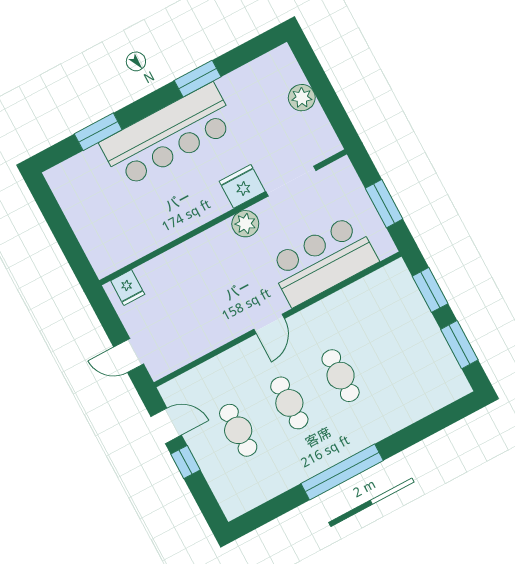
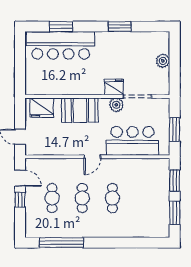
bar counter: (168, 135) -> (61, 45), moved
plant: (245, 224) -> (116, 105), moved
booth: (206, 256) -> (80, 110), added
fridge: (128, 287) -> (42, 108), width x1.88, depth x1.34
window: (342, 472) -> (61, 243), moved

